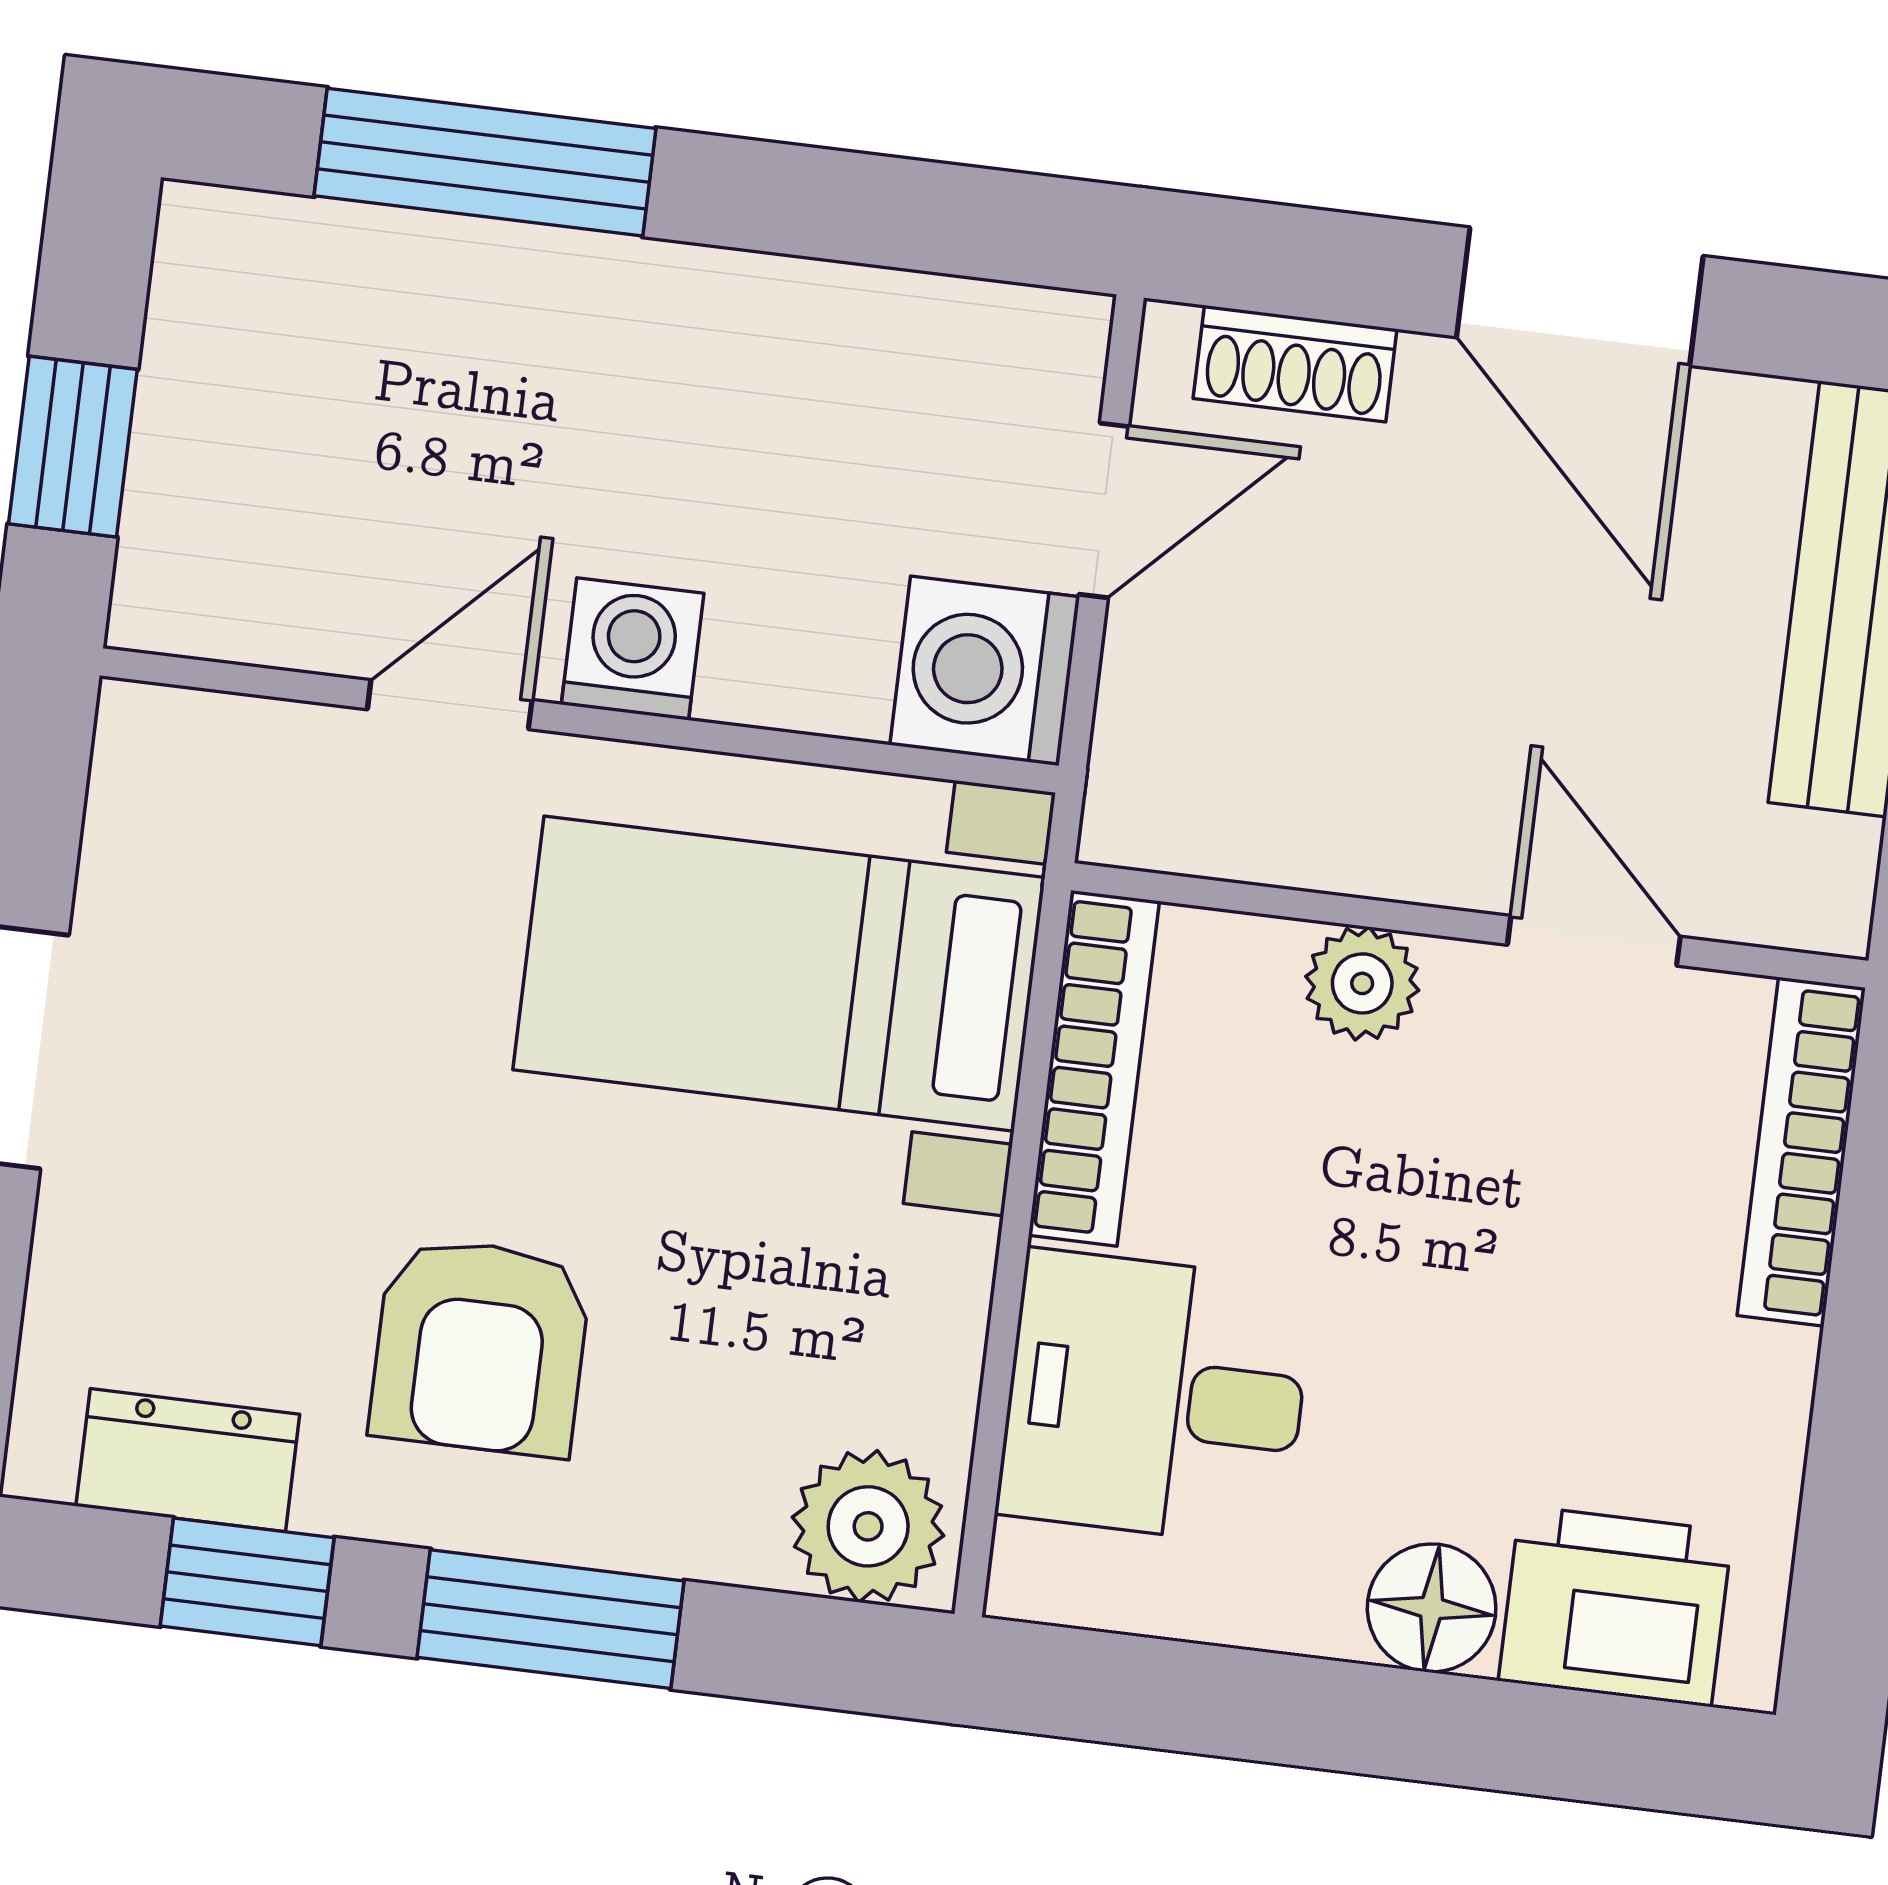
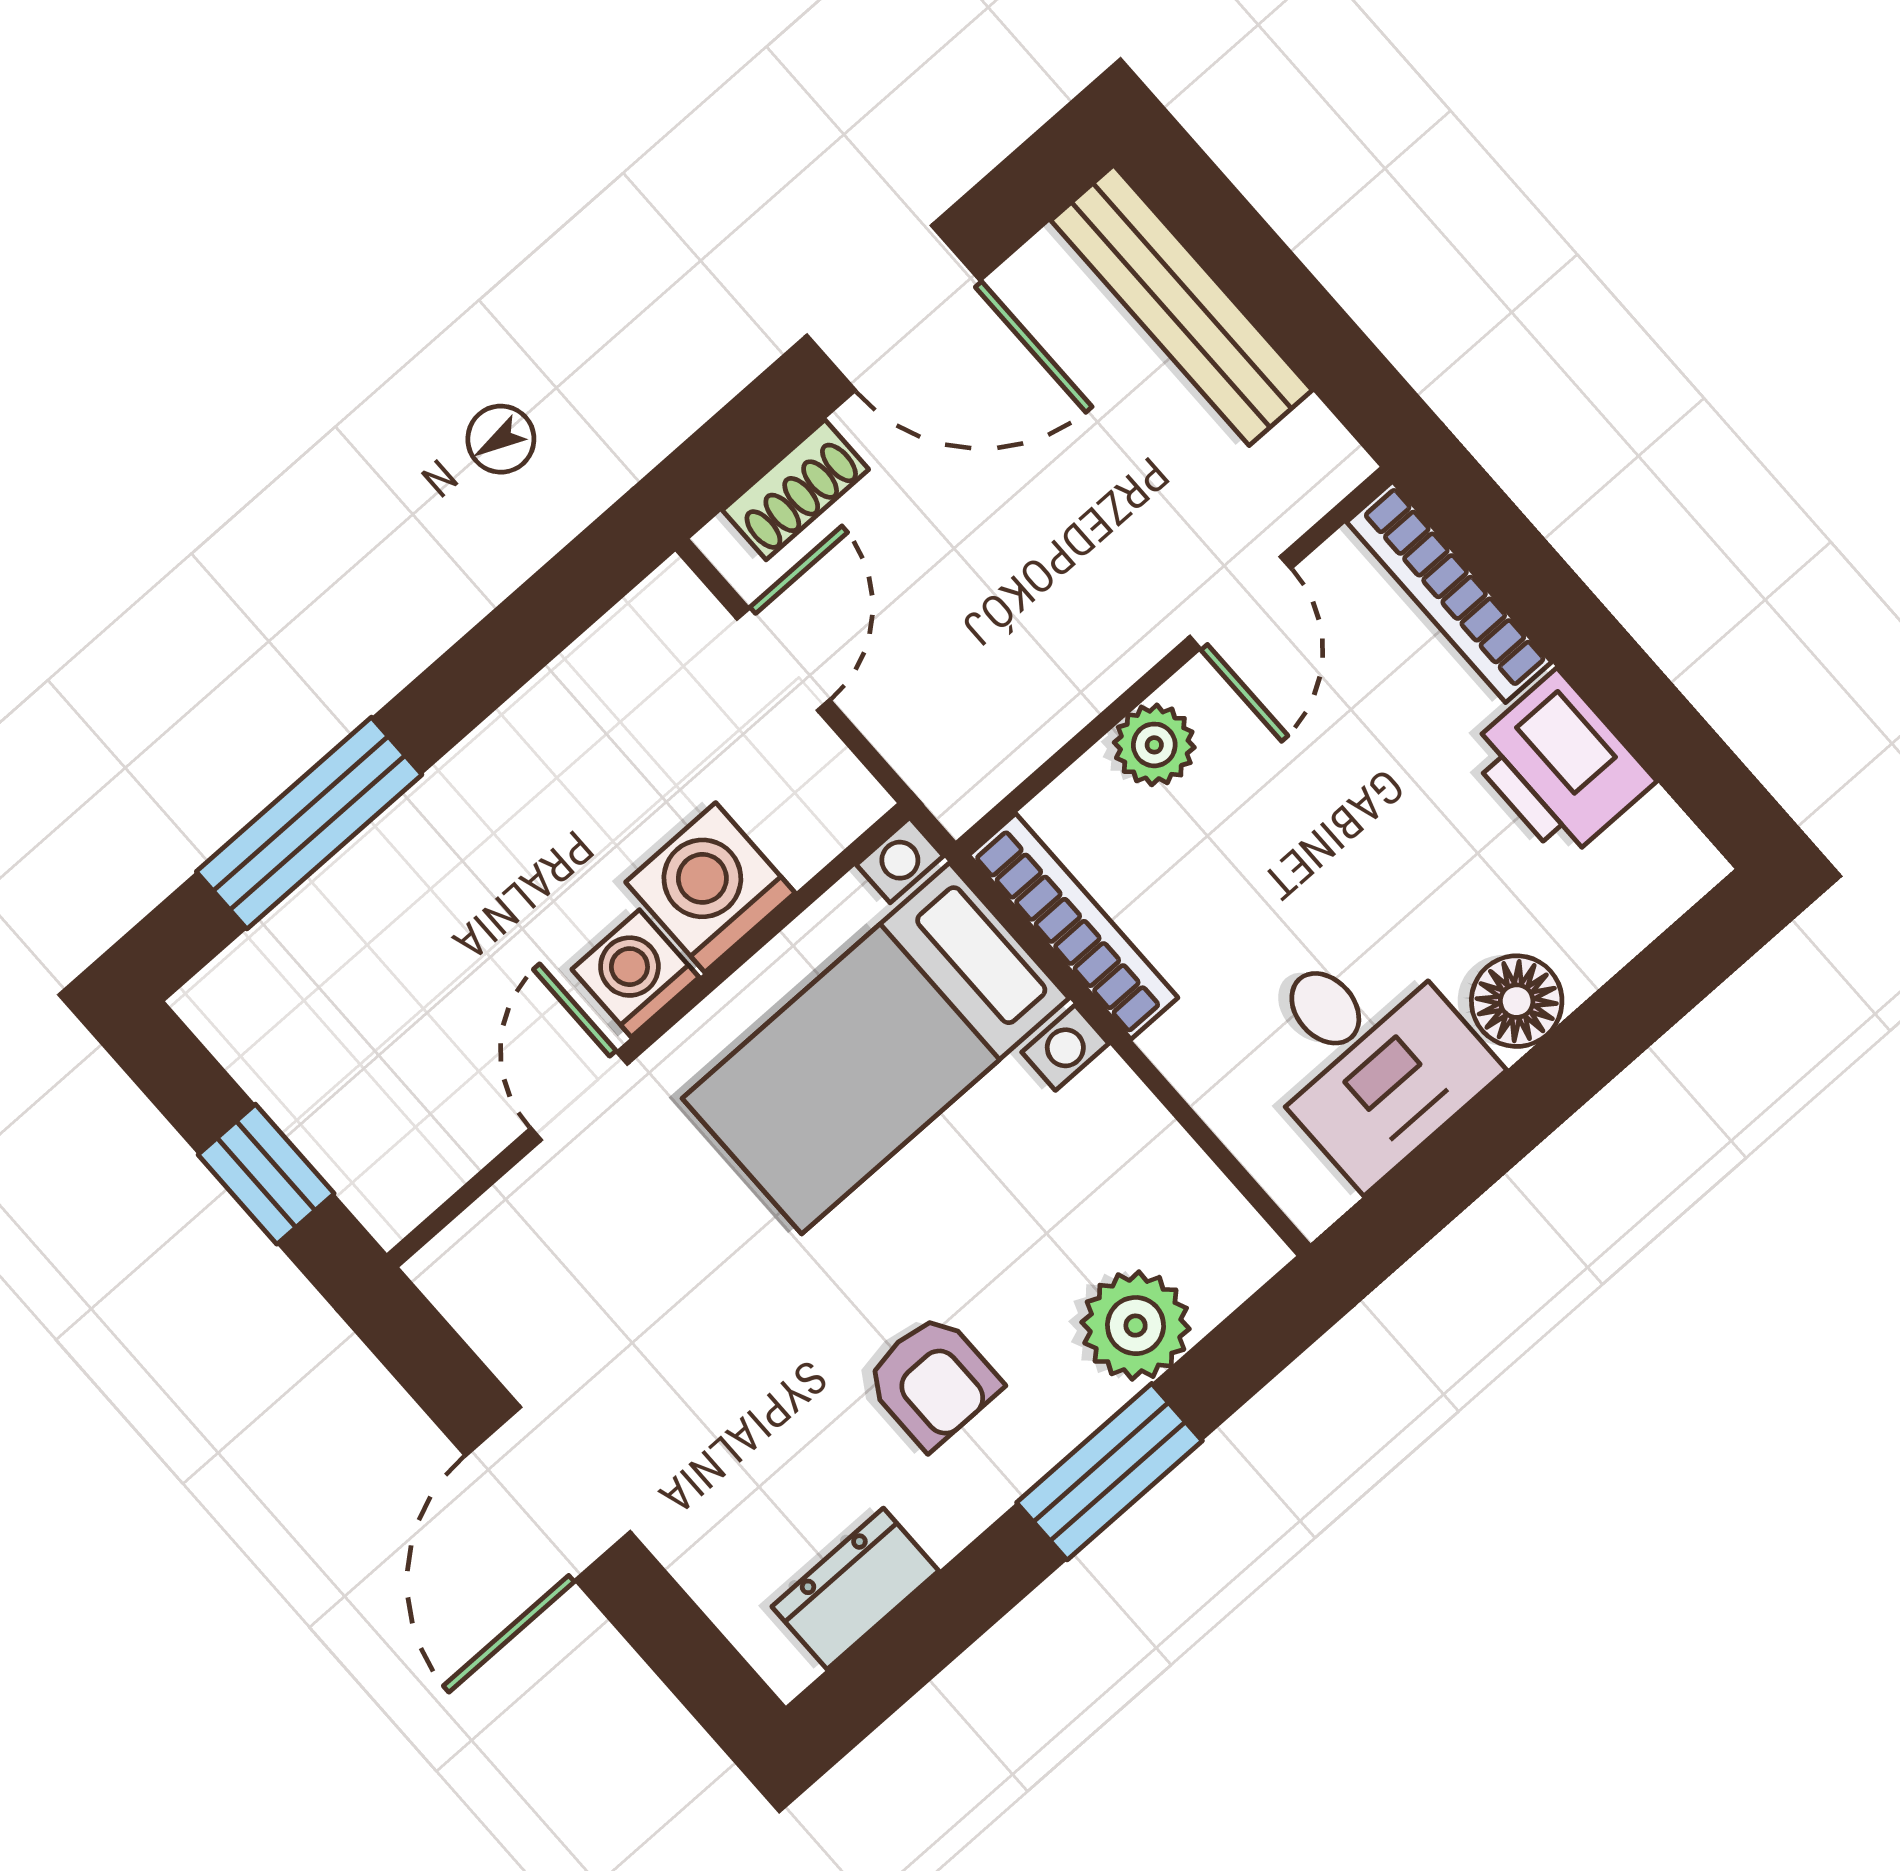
washing machine: (985, 671) -> (710, 887), moved, turned 90
door: (1594, 941) -> (1240, 603), swing flipped
armchair: (480, 1347) -> (933, 1381), width x0.72, depth x0.72
desk: (1155, 1398) -> (1367, 1056), moved, turned -90
plant: (868, 1526) -> (1136, 1326), moved
window: (247, 1582) -> (948, 1614), removed
printer: (1615, 1606) -> (1560, 766), moved, turned -90

